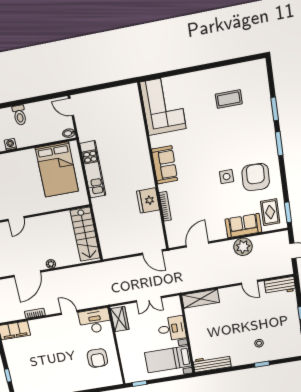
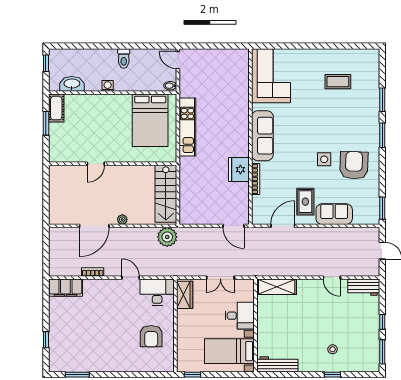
sofa: (165, 165) -> (262, 136), width x1.36
rug: (270, 212) -> (305, 202), moved
plant: (243, 247) -> (167, 237), moved

